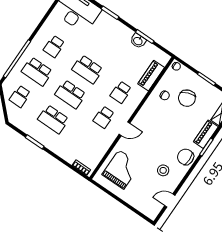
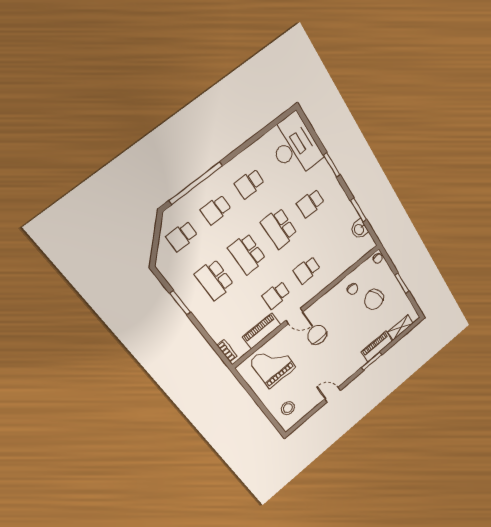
washbasin: (138, 41) -> (359, 229), moved
school desk: (105, 44) -> (311, 203), added
school desk: (37, 71) -> (216, 210), width x0.54
piano: (151, 76) -> (262, 331), moved
chair: (186, 157) -> (317, 335), moved
grand piano: (121, 169) -> (273, 364), turned -90
stool: (163, 170) -> (288, 408), moved
door: (170, 200) -> (333, 395), moved

